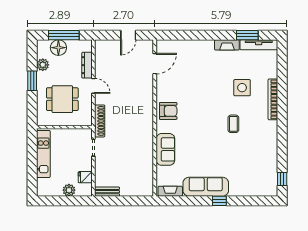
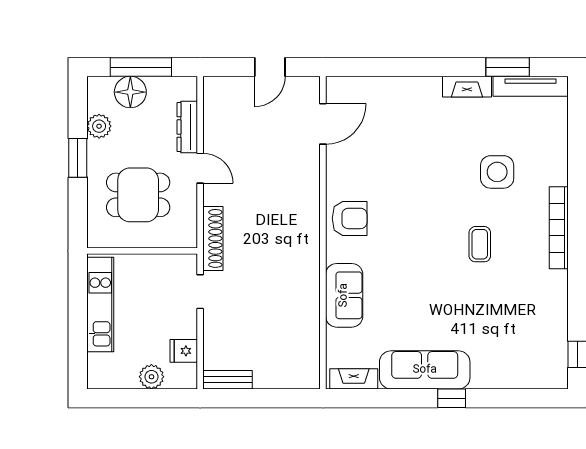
bookcase: (273, 99) -> (559, 228), moved

